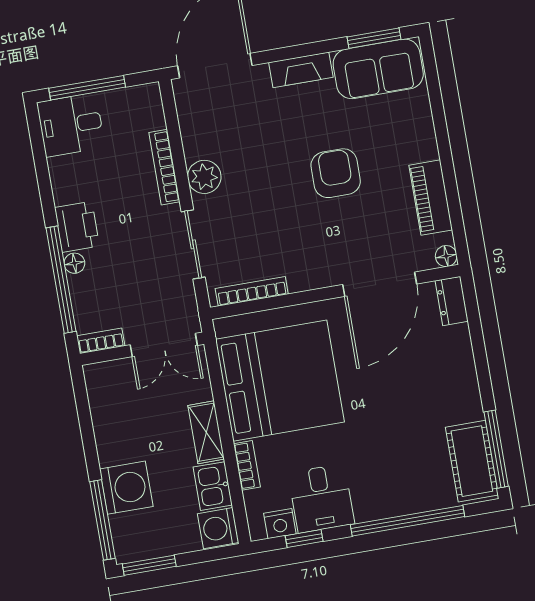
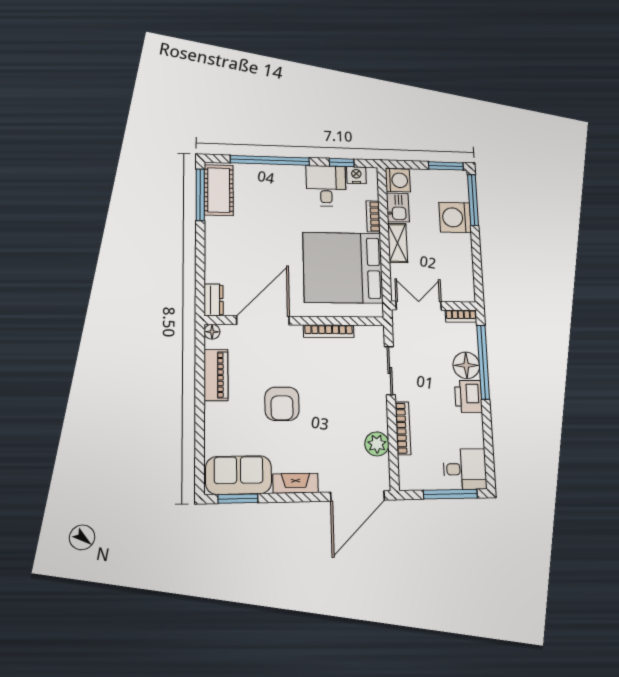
plant: (204, 177) -> (377, 444), moved
floor lamp: (74, 263) -> (466, 365), width x1.89, depth x1.89
bookcase: (252, 291) -> (329, 331), moved

